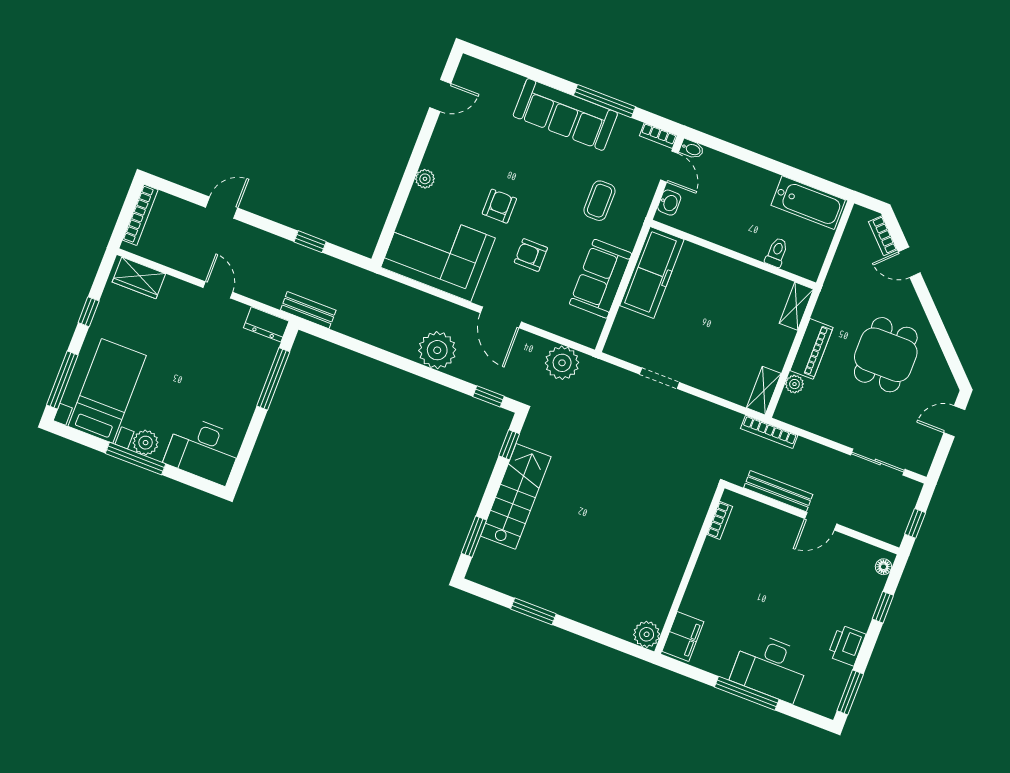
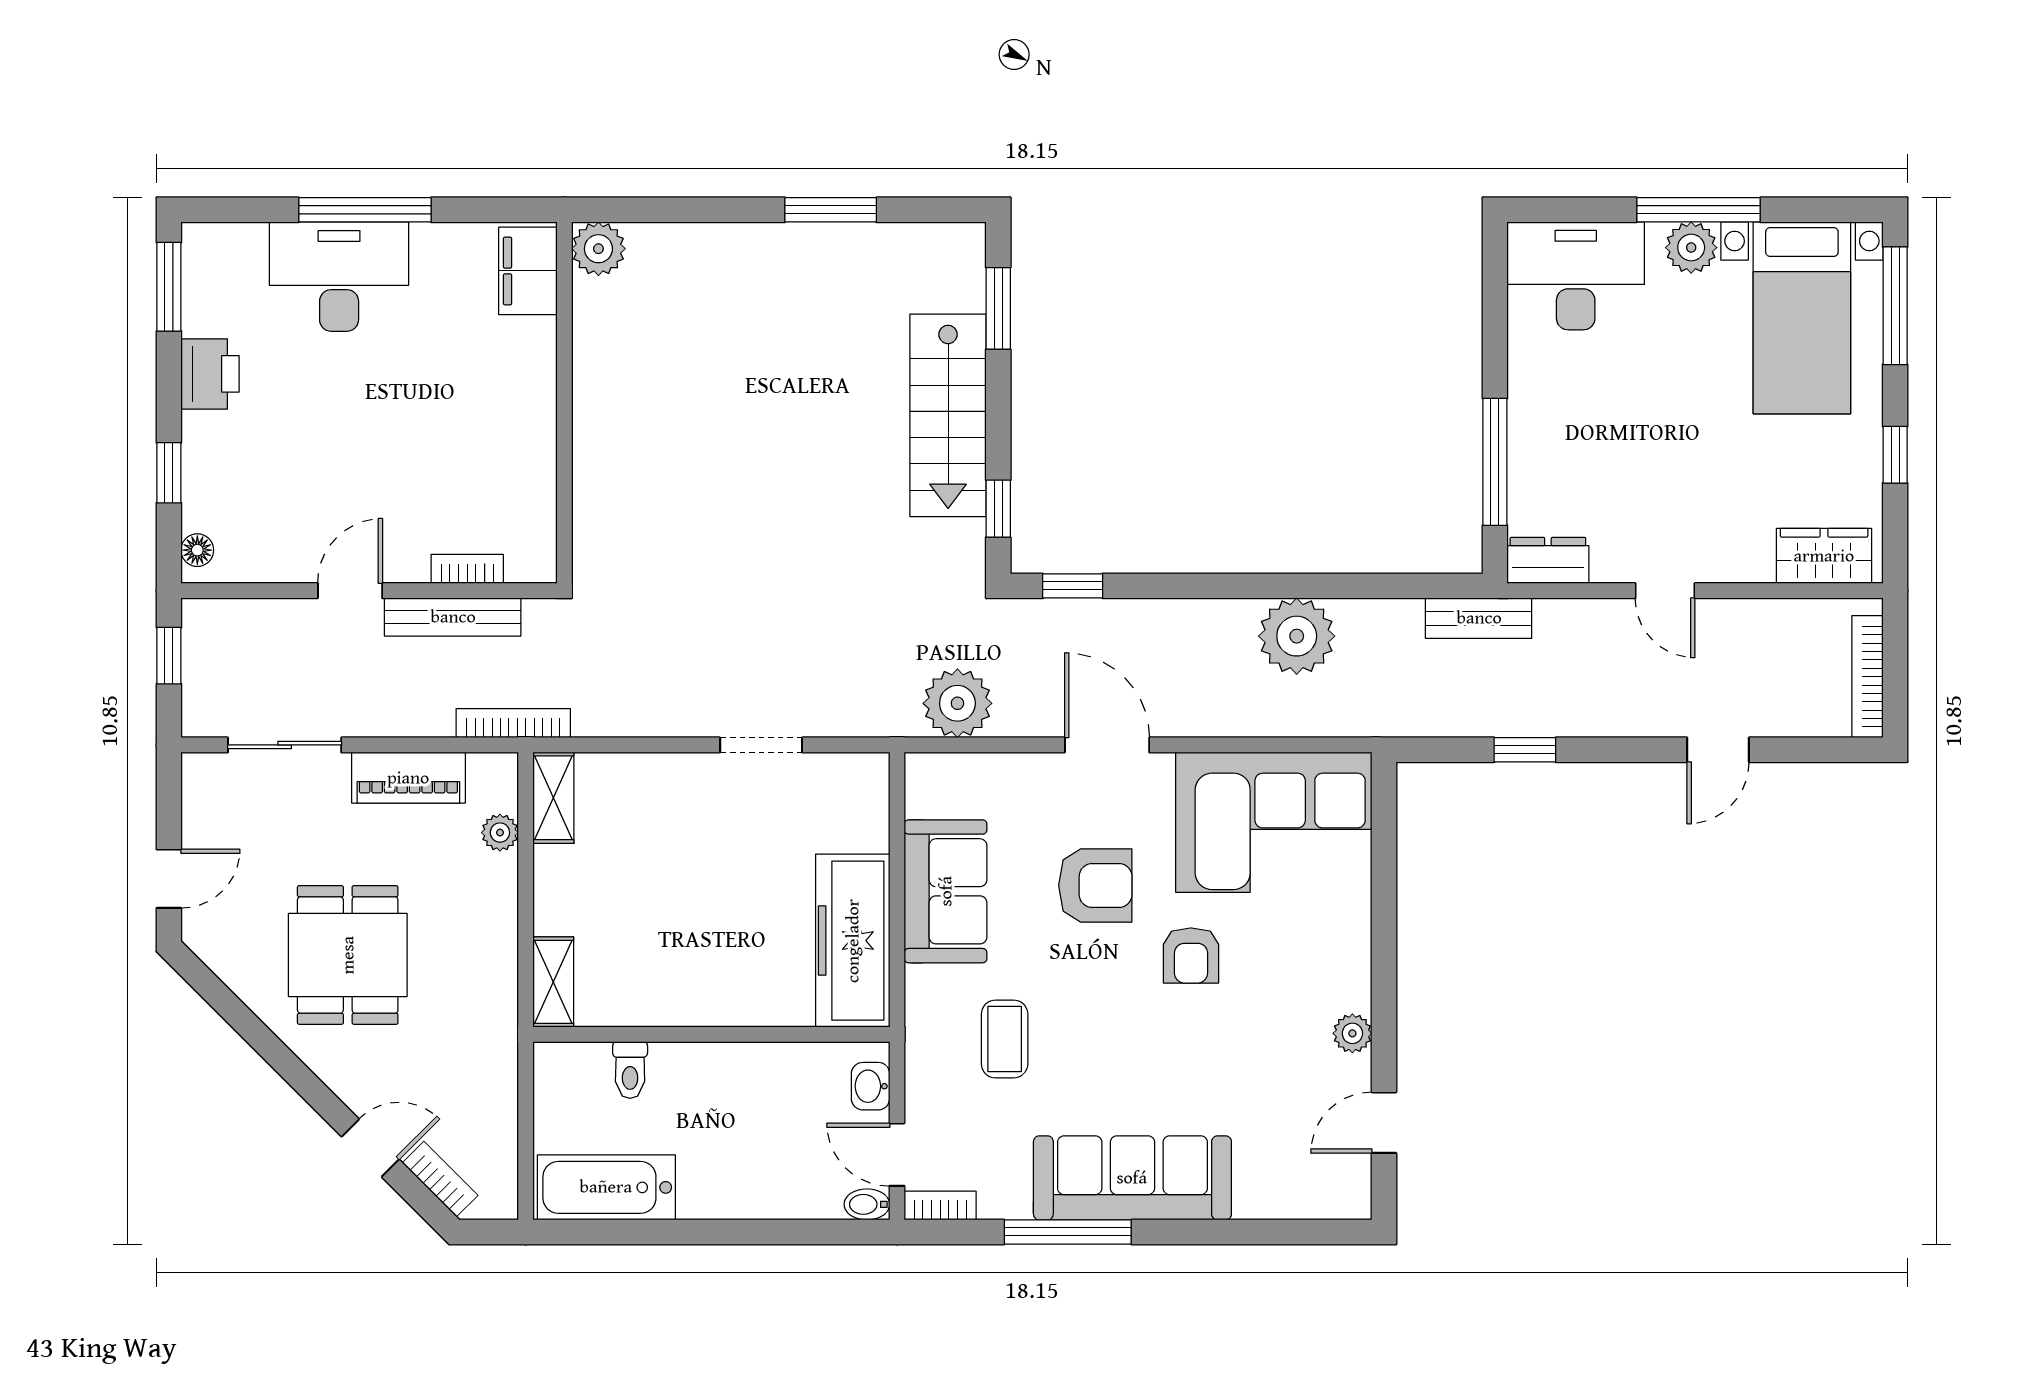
plant: (425, 179) -> (1352, 1033), moved
armchair: (531, 255) -> (1095, 885), width x1.38, depth x1.38
piano: (812, 349) -> (408, 778), moved, turned -90
plant: (437, 350) -> (1297, 636), moved
bookcase: (720, 520) -> (467, 569), moved, turned 90

